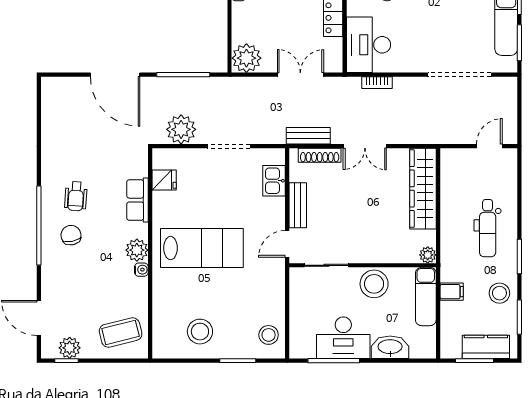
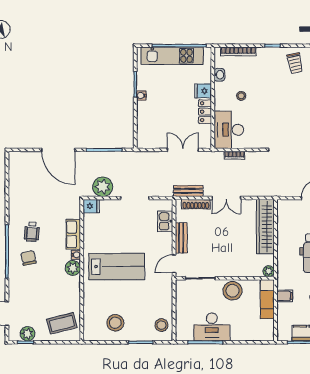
plant: (246, 58) -> (147, 139), removed
fridge: (164, 180) -> (91, 206), moved
water cooler: (141, 270) -> (76, 255), moved
washbasin: (390, 347) -> (243, 333), removed

